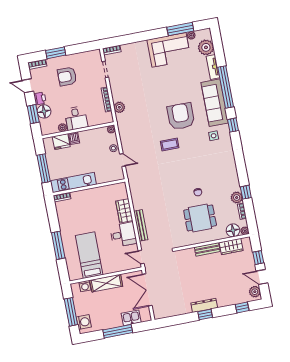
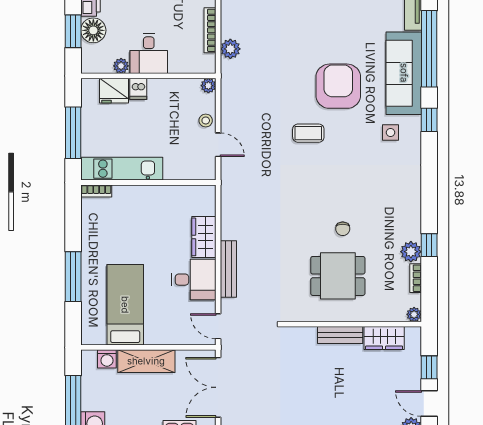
floor lamp: (233, 230) -> (393, 310), removed

